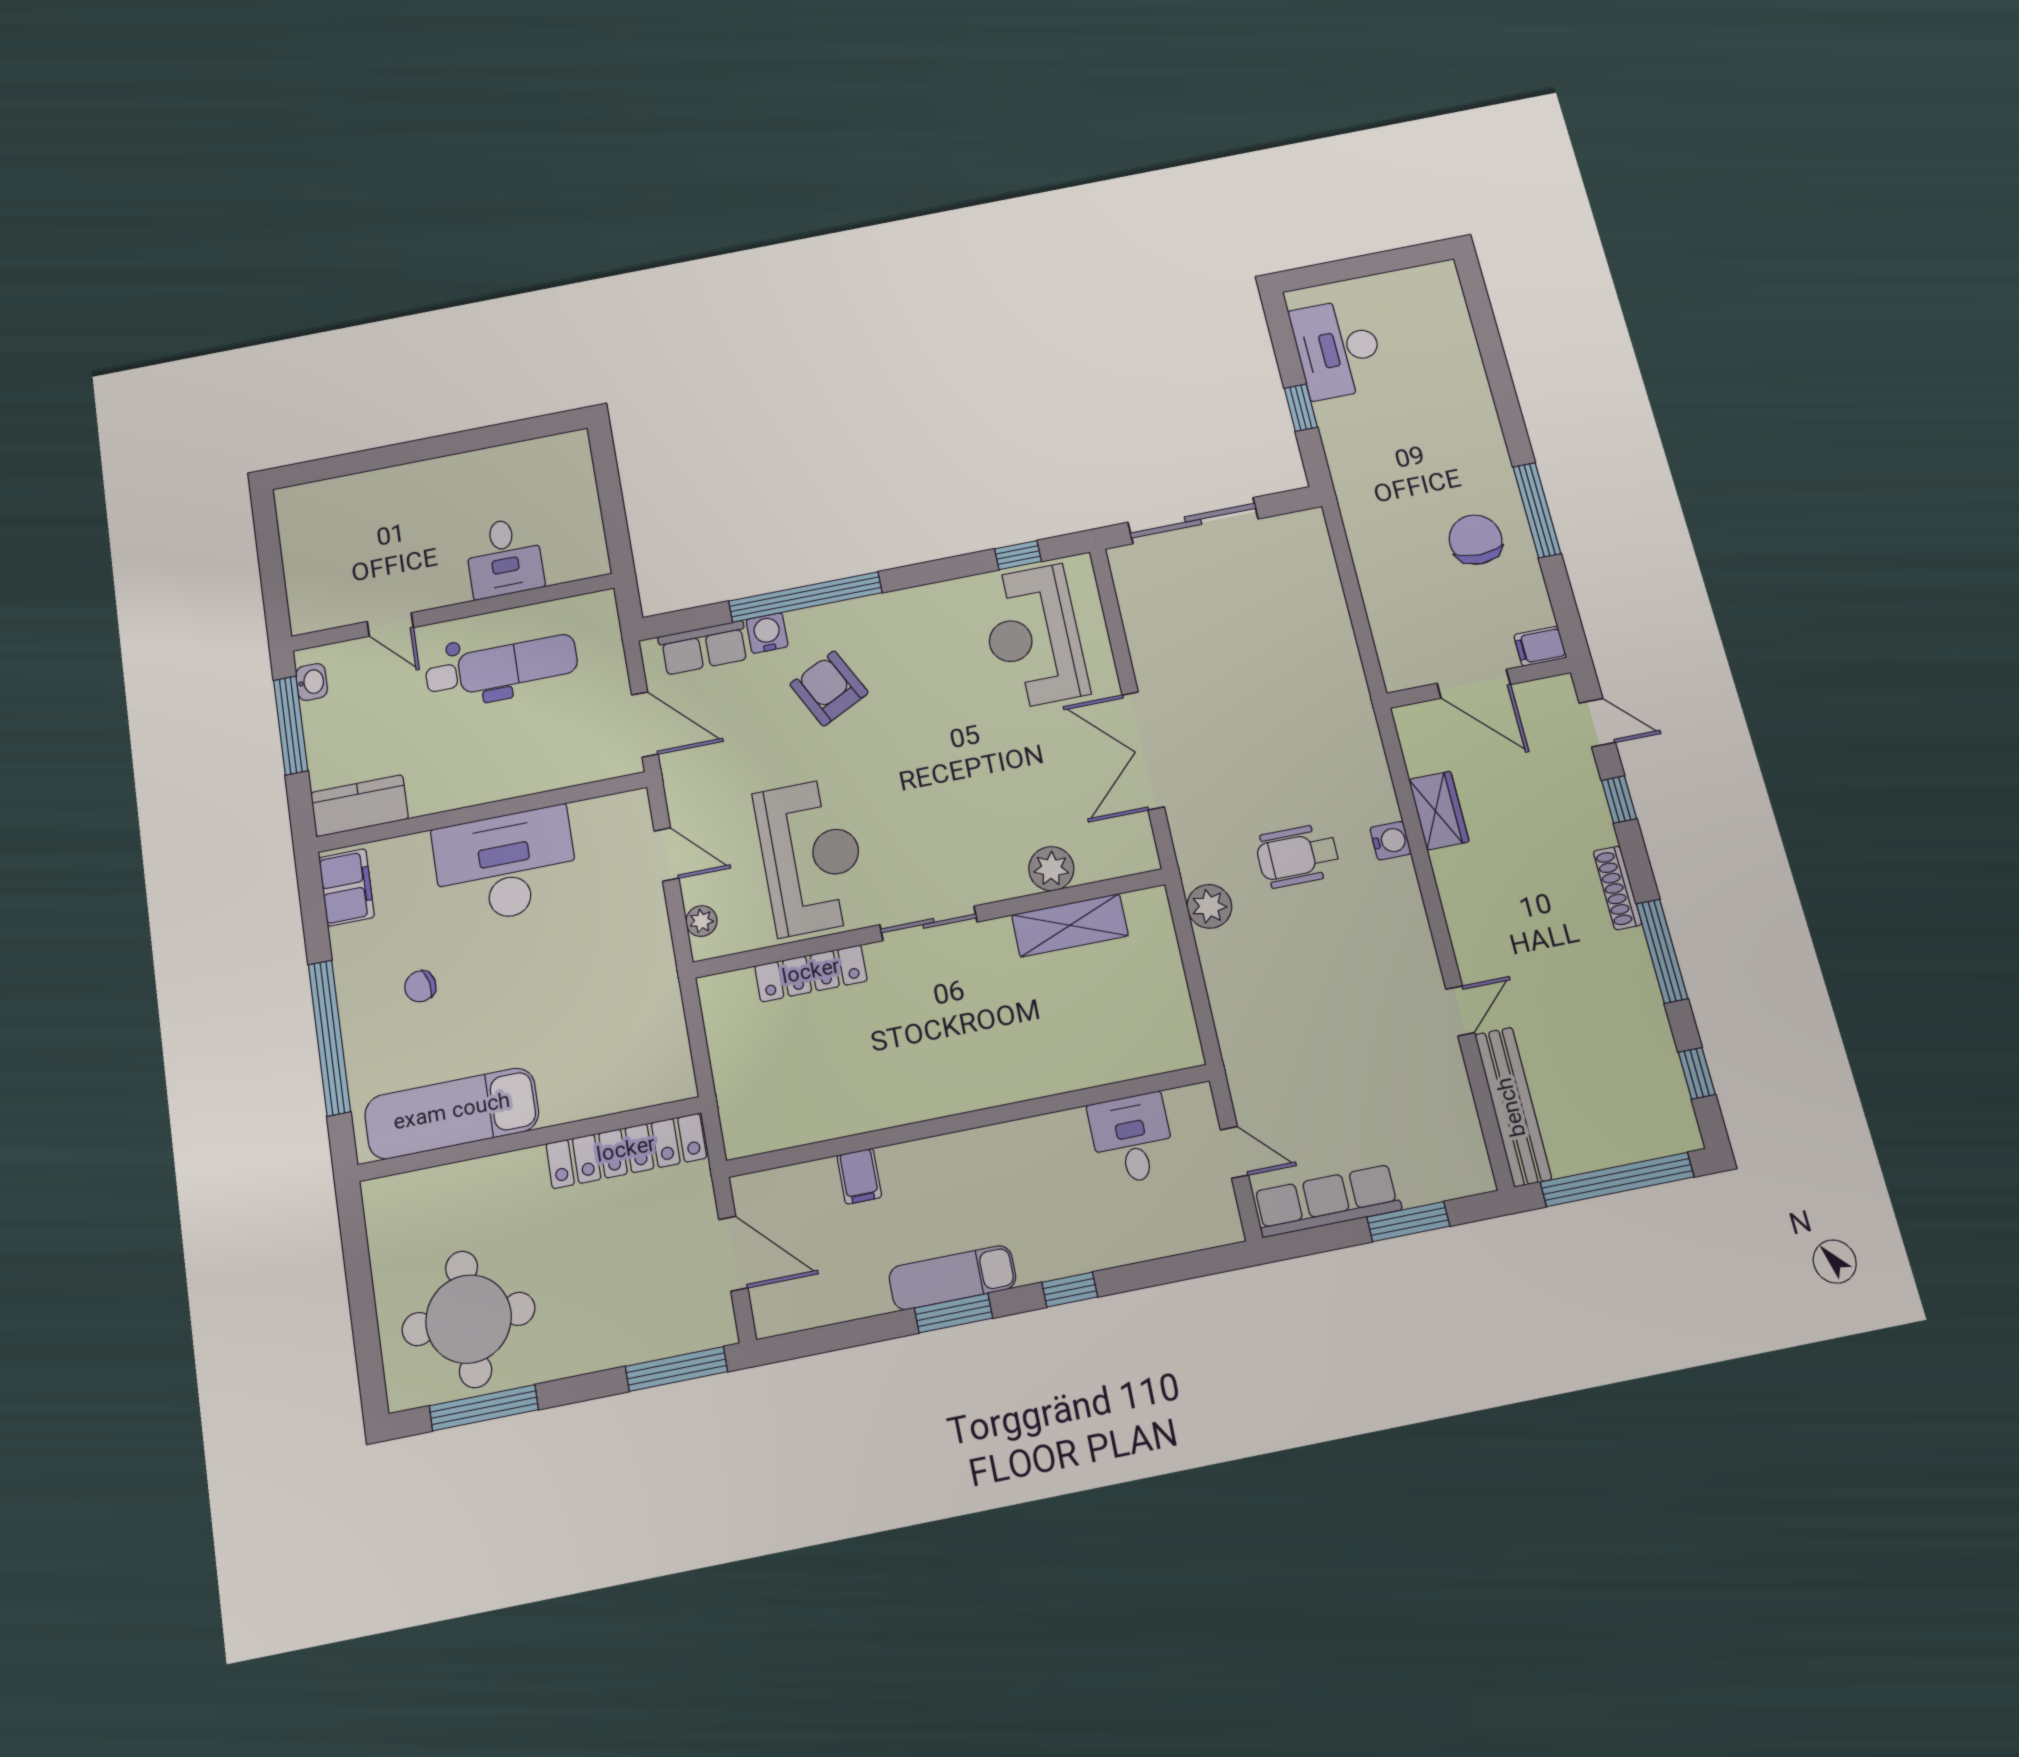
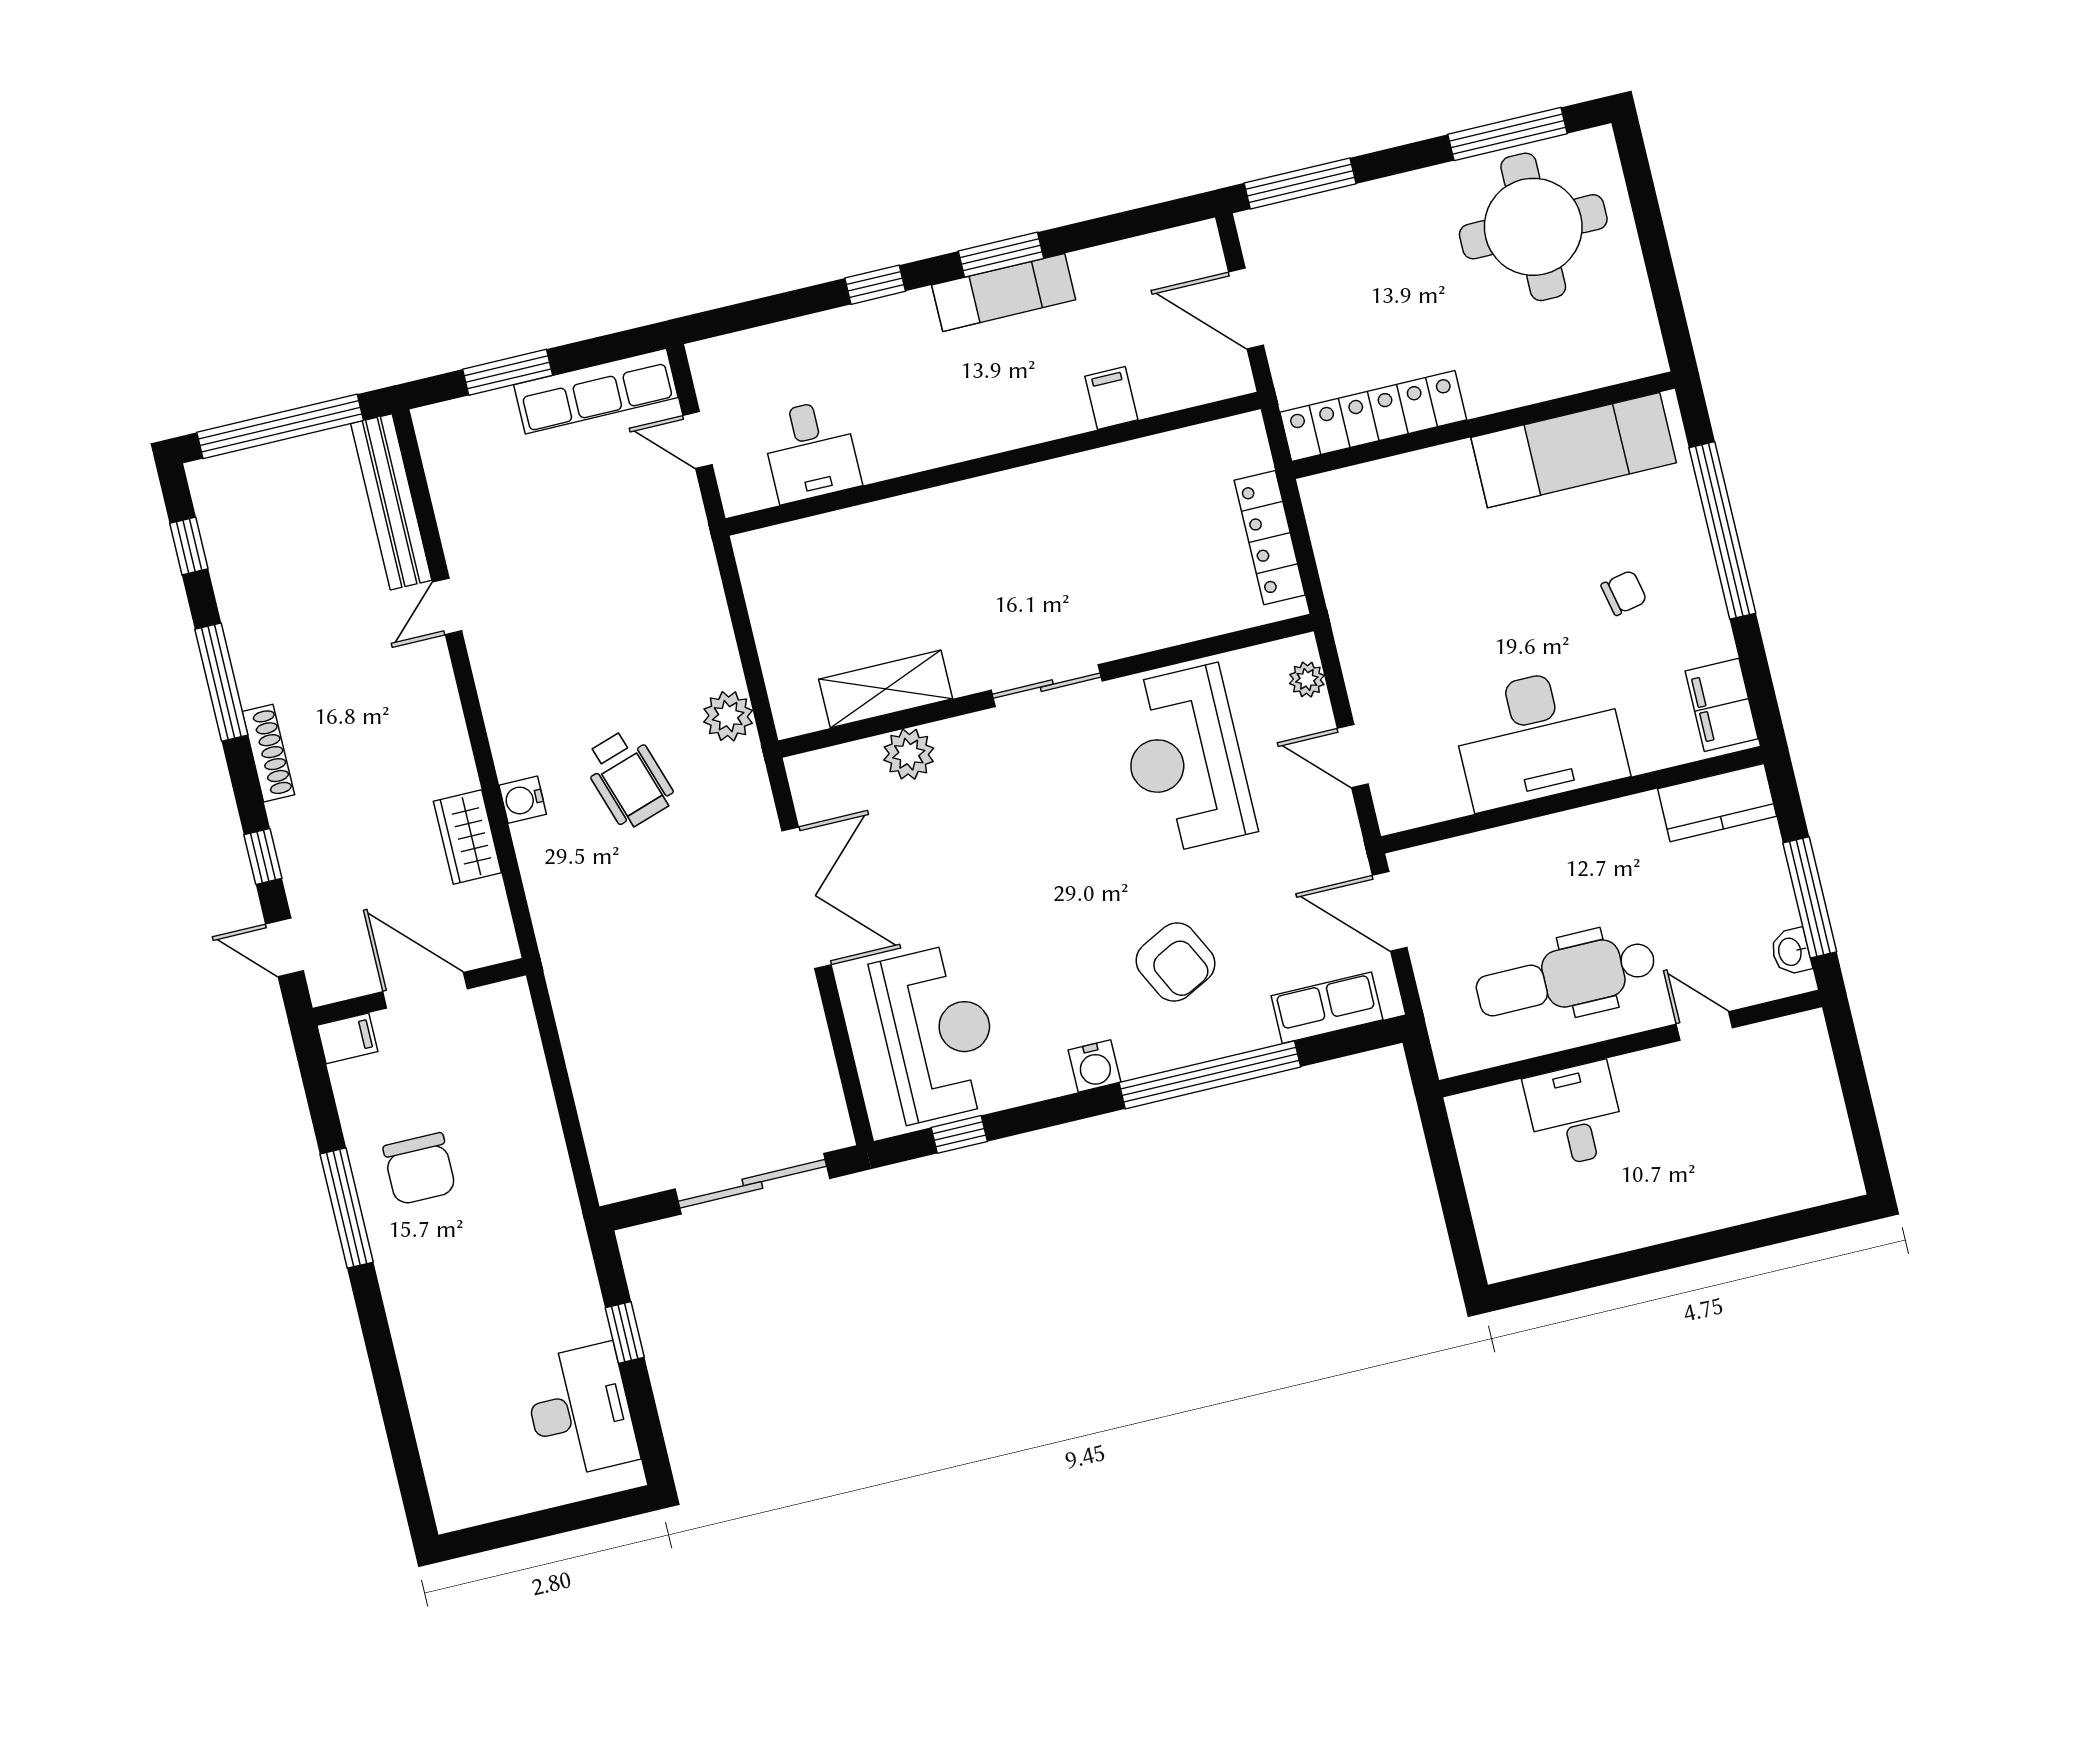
water cooler: (767, 633) -> (1095, 1066), moved
wheelchair: (1298, 856) -> (628, 779), turned 72
locker: (811, 973) -> (1270, 538), moved, turned -90

